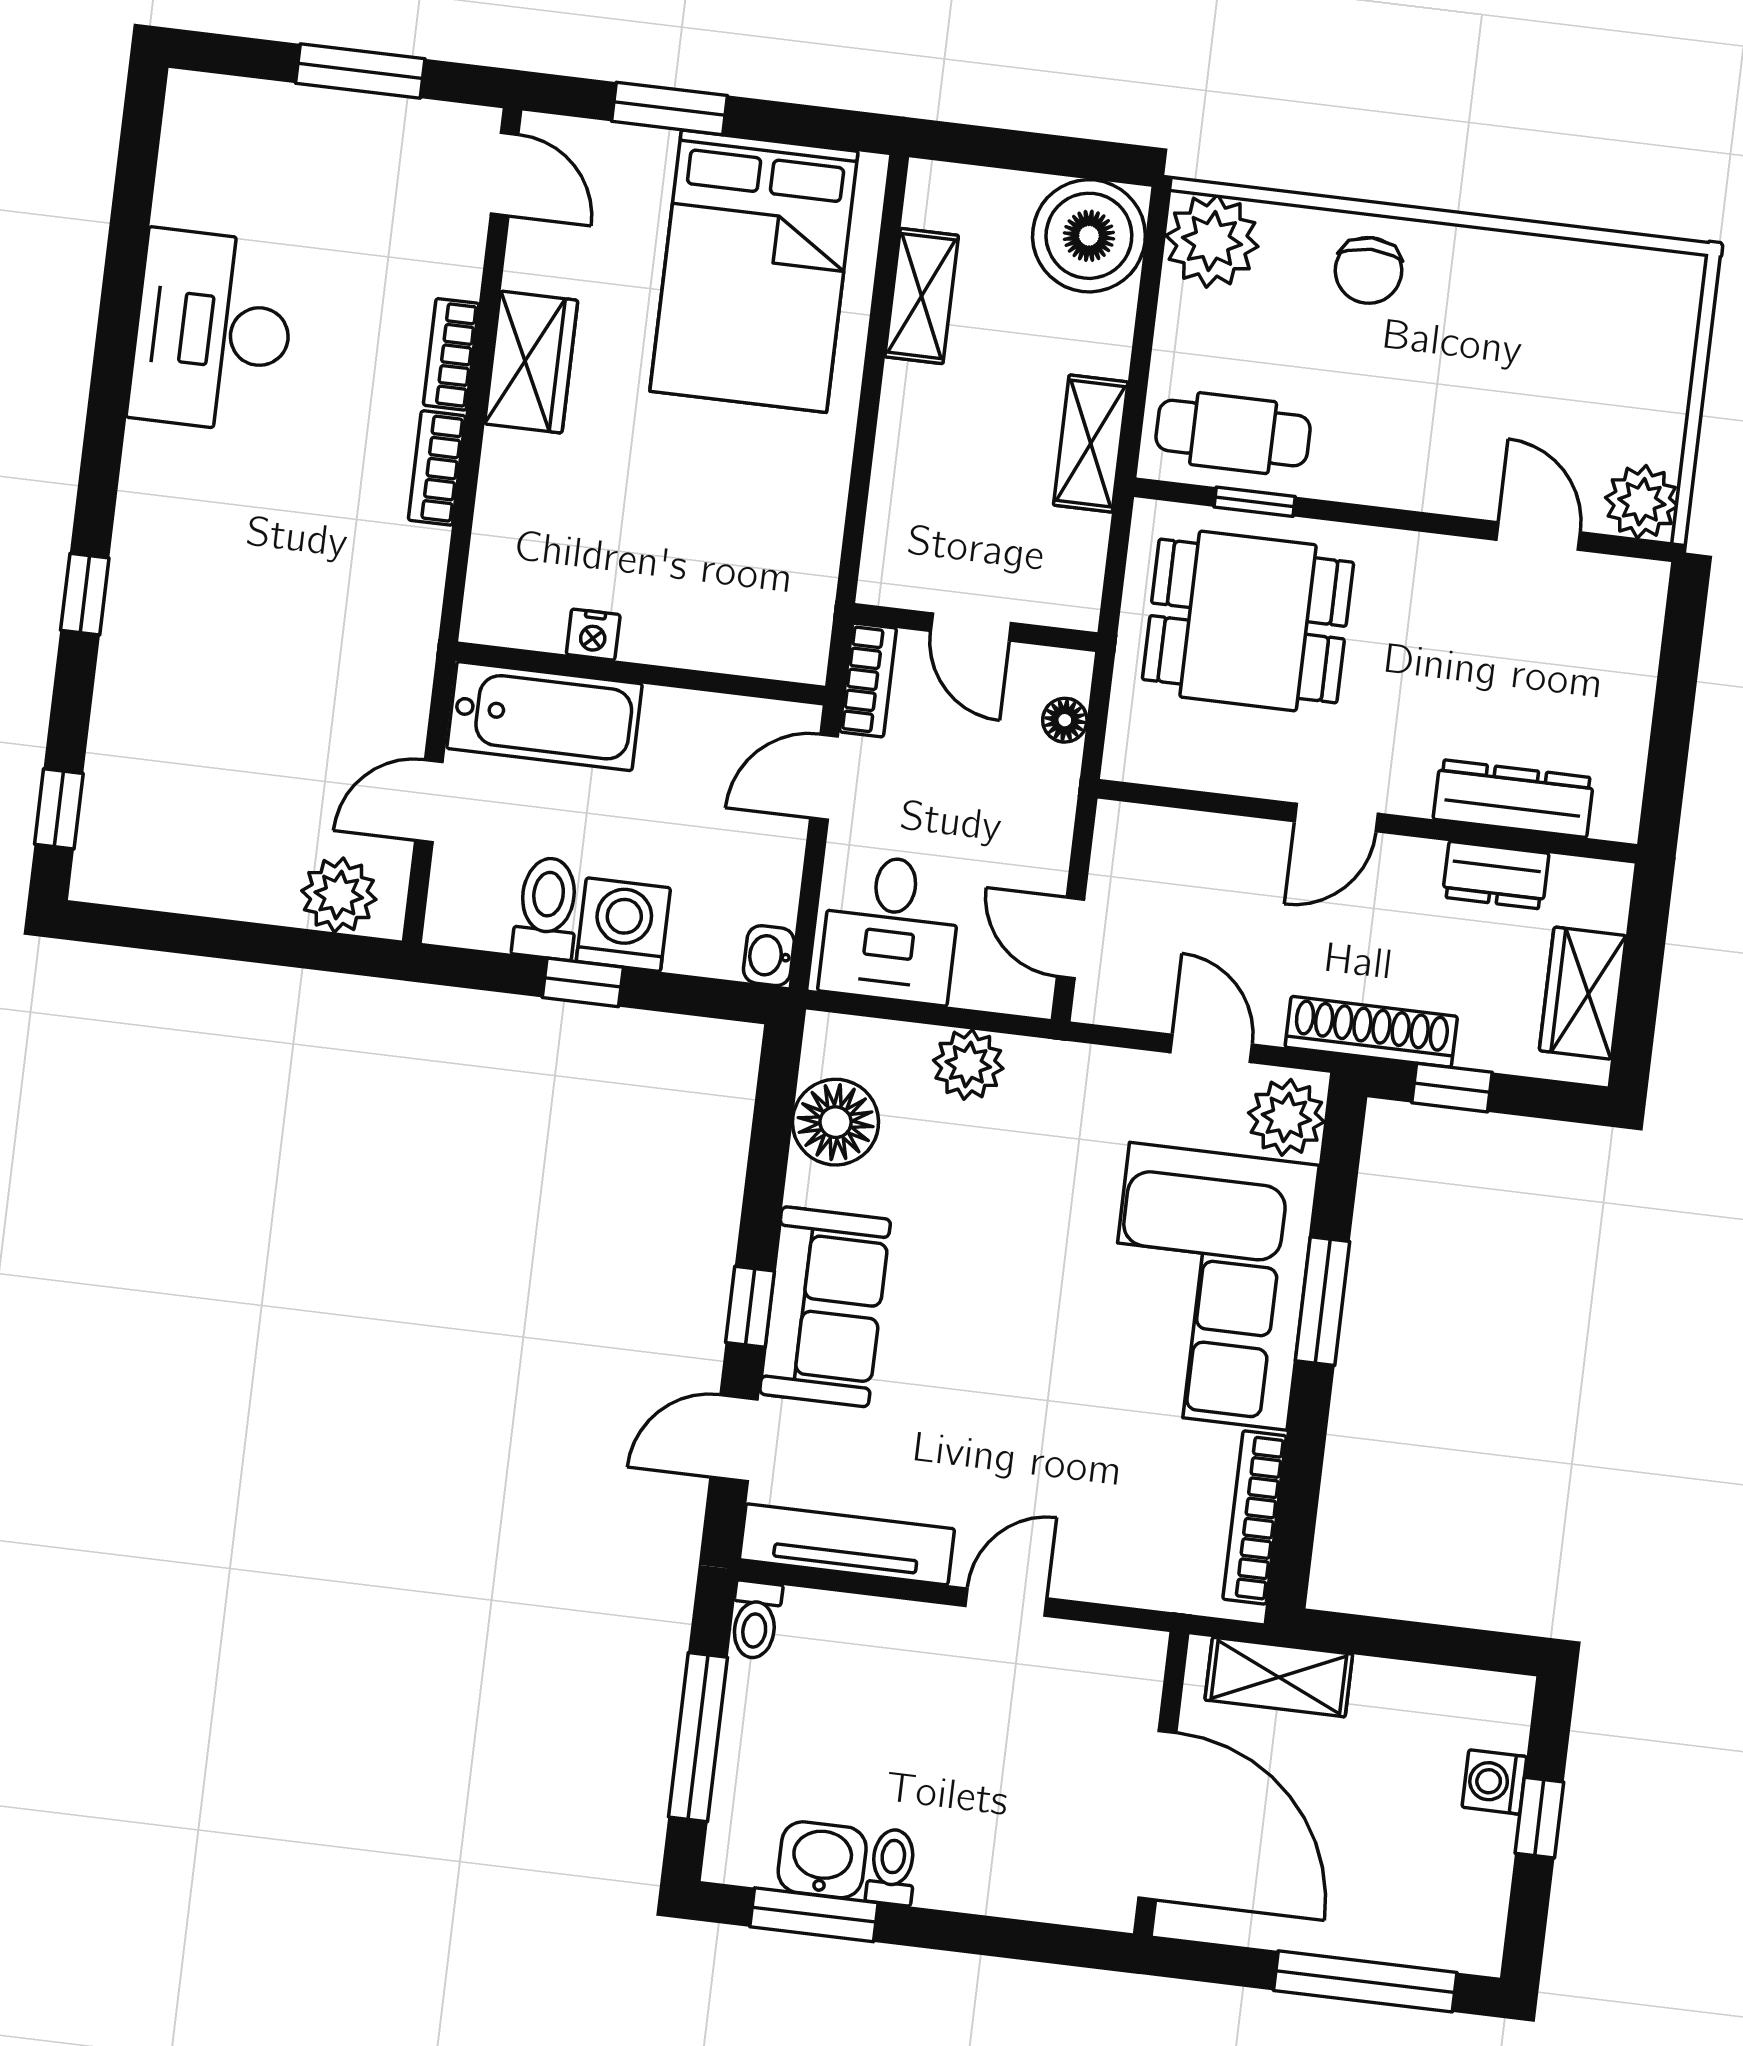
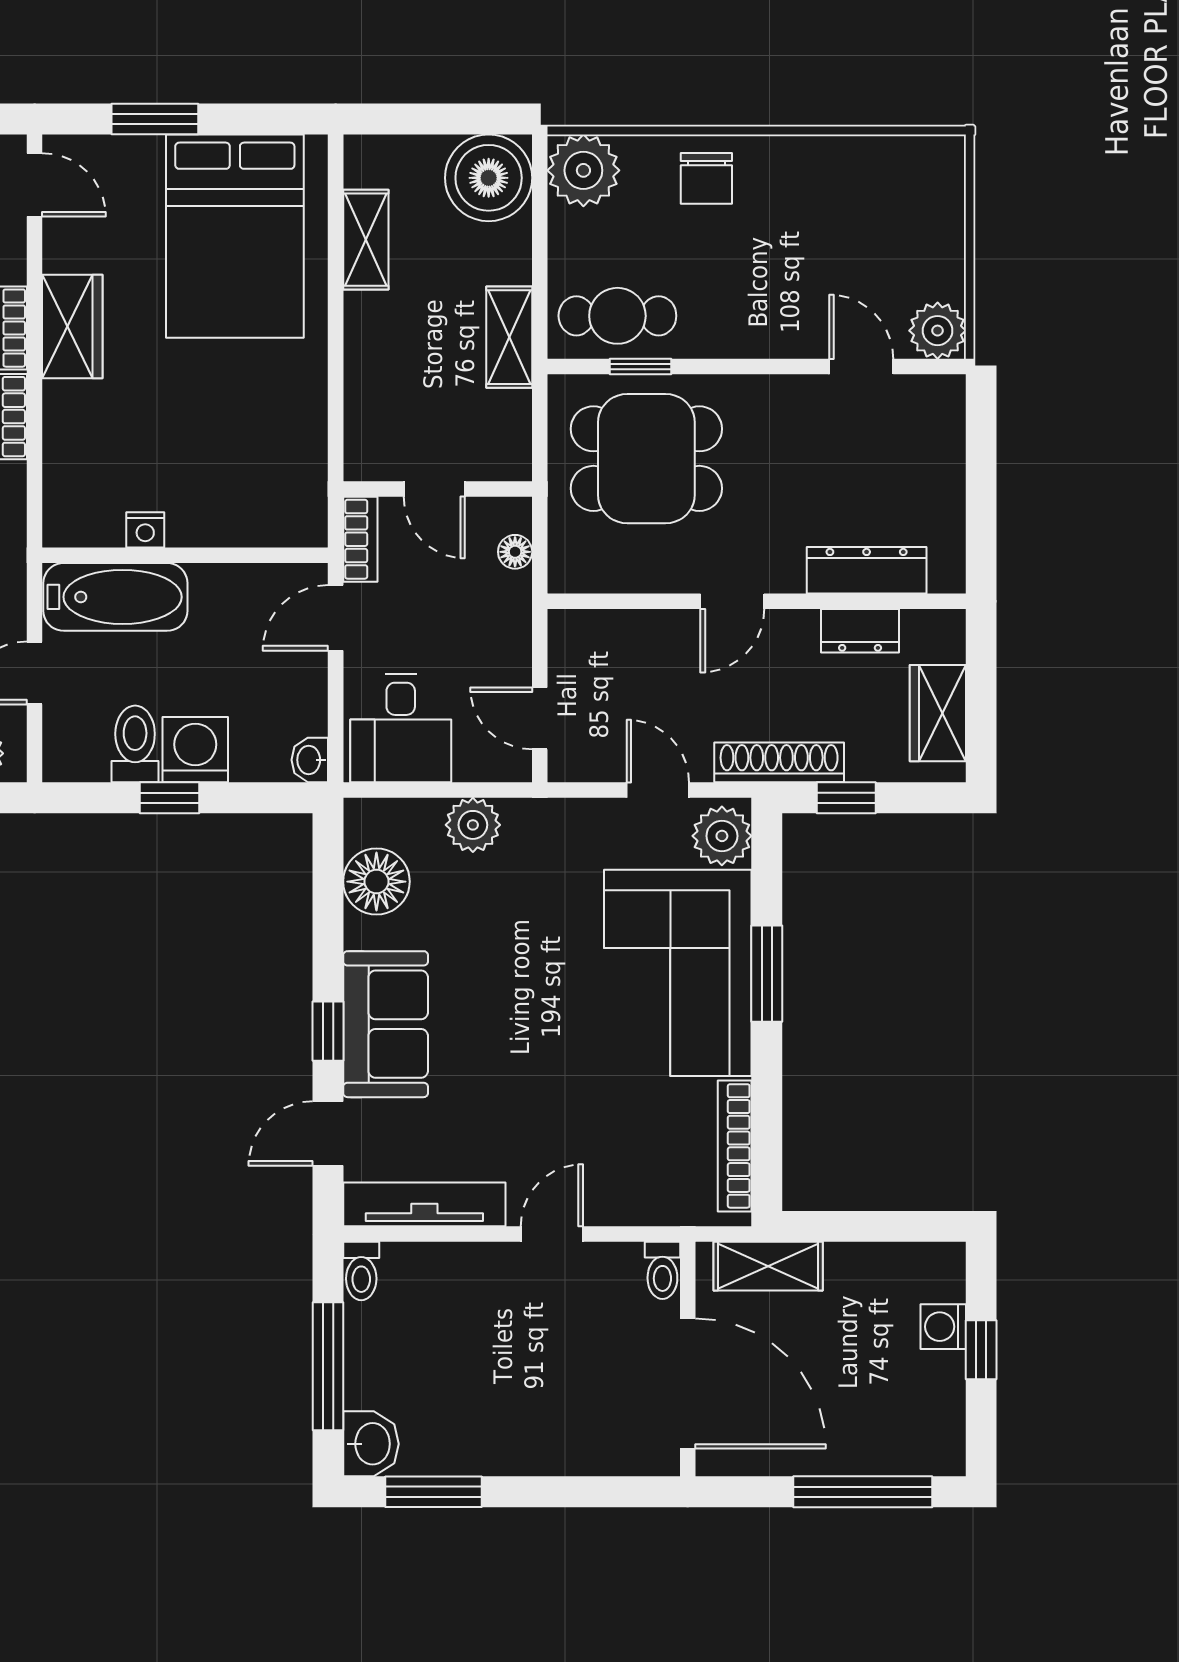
washbasin: (822, 1860) -> (371, 1444), moved, turned 90
toilet: (892, 1867) -> (662, 1270), moved, turned 180

